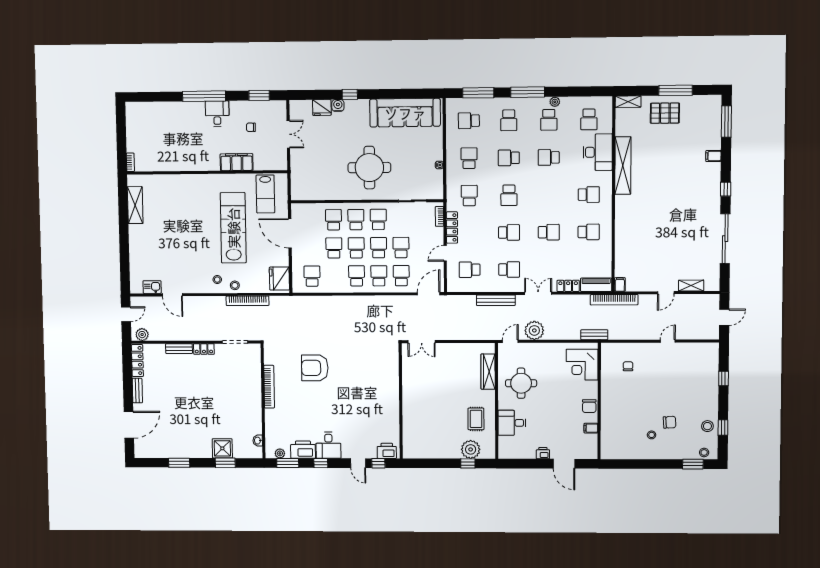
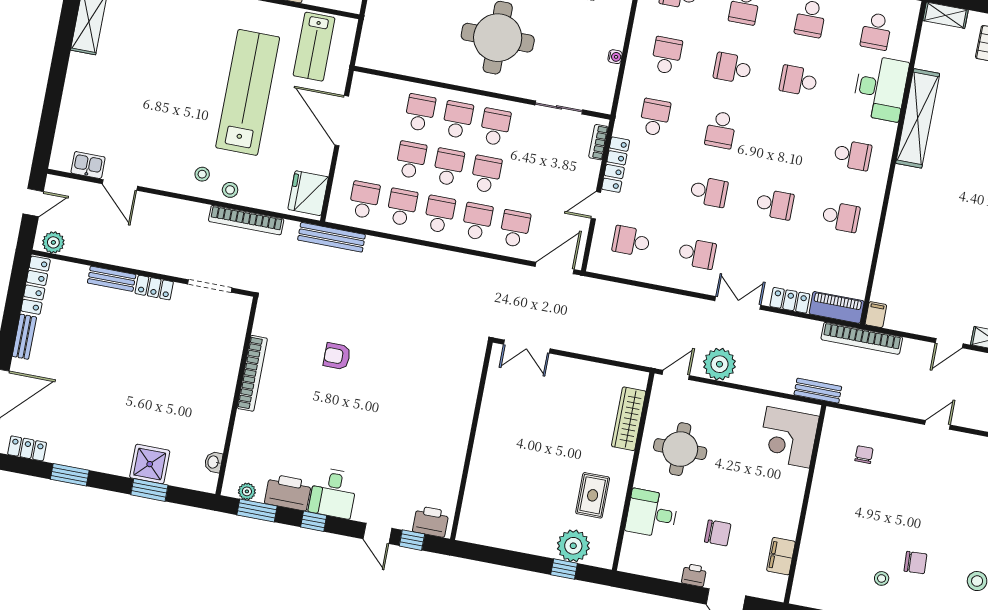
school desk: (401, 248) -> (402, 207), moved
bench: (496, 300) -> (332, 237), moved
armchair: (315, 368) -> (337, 356), width x0.53, depth x0.53
chair: (589, 406) -> (718, 533), moved, turned -90
filing cabinet: (591, 428) -> (781, 556), width x2.00
locker: (152, 453) -> (27, 448), added

